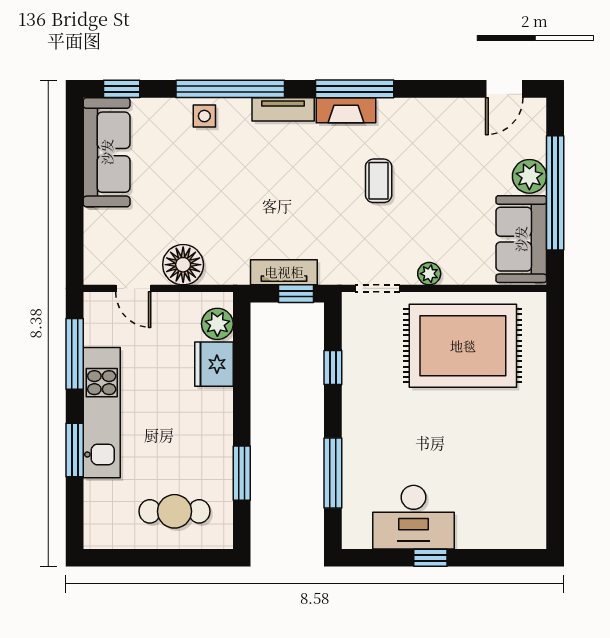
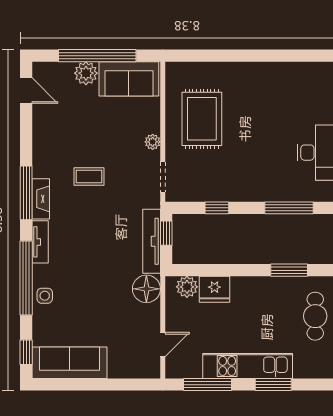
floor lamp: (183, 265) -> (146, 289), moved
tv unit: (284, 272) -> (152, 241), width x1.41
rug: (463, 346) -> (202, 119), width x0.73, depth x0.69

